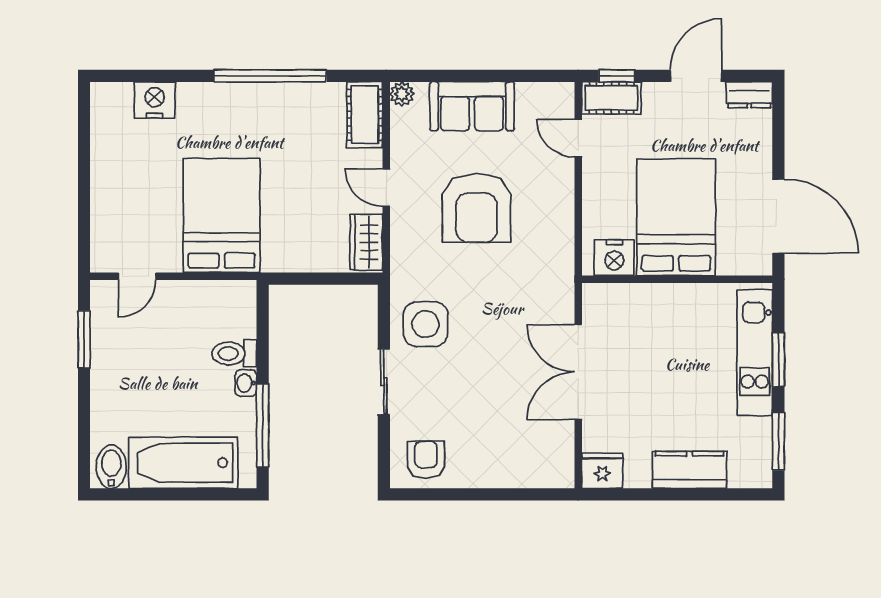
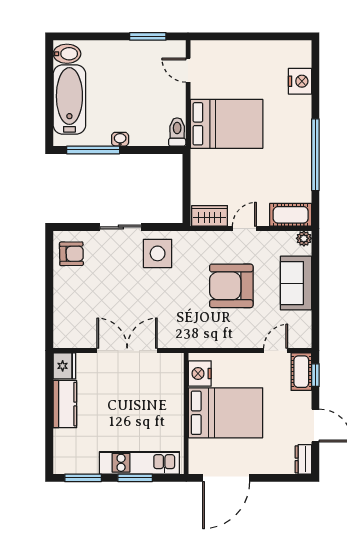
toilet: (234, 354) -> (177, 132), moved
kitchen counter: (689, 470) -> (65, 404), moved

